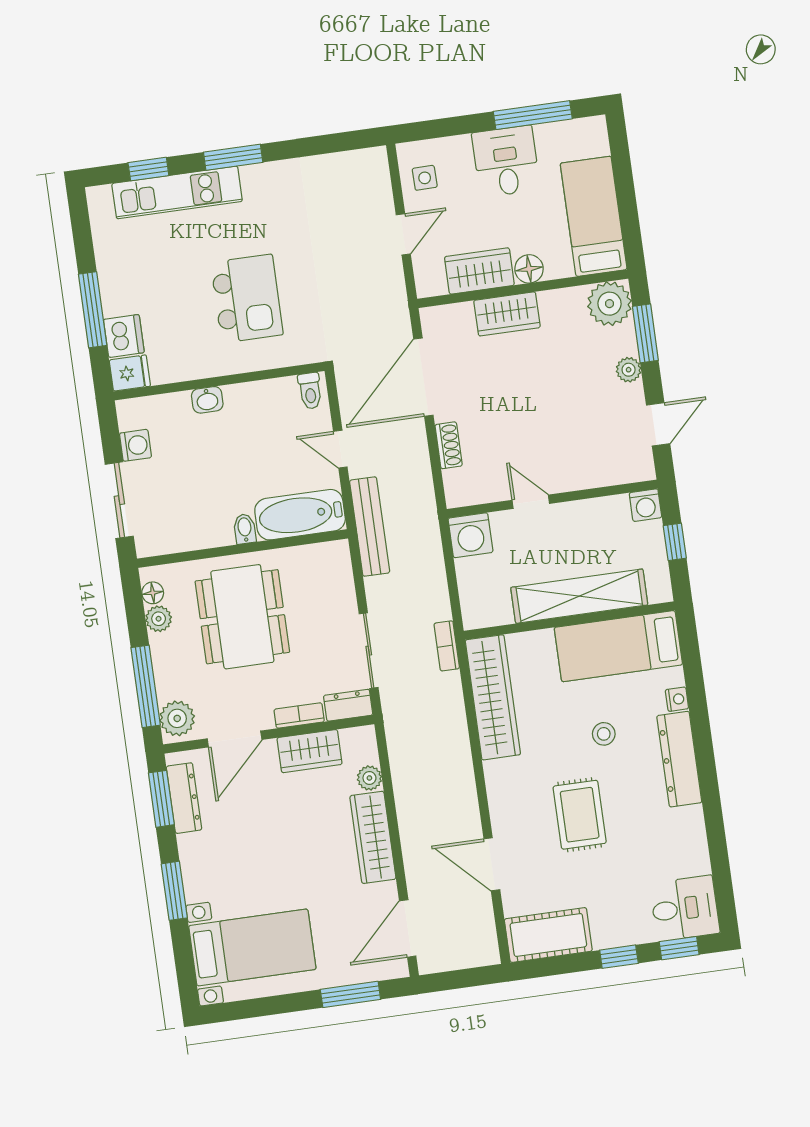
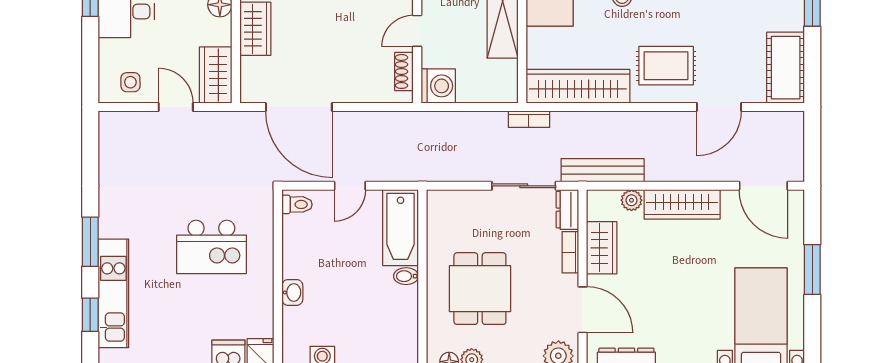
wardrobe: (479, 271) -> (216, 75), moved
kitchen island: (247, 299) -> (211, 247), turned 180
shoe rack: (449, 445) -> (404, 71), moved, turned -90
bench: (370, 527) -> (603, 170), moved
dining table: (242, 617) -> (480, 289), width x0.73
rug: (580, 815) -> (666, 66), moved
window: (350, 994) -> (812, 269), moved

